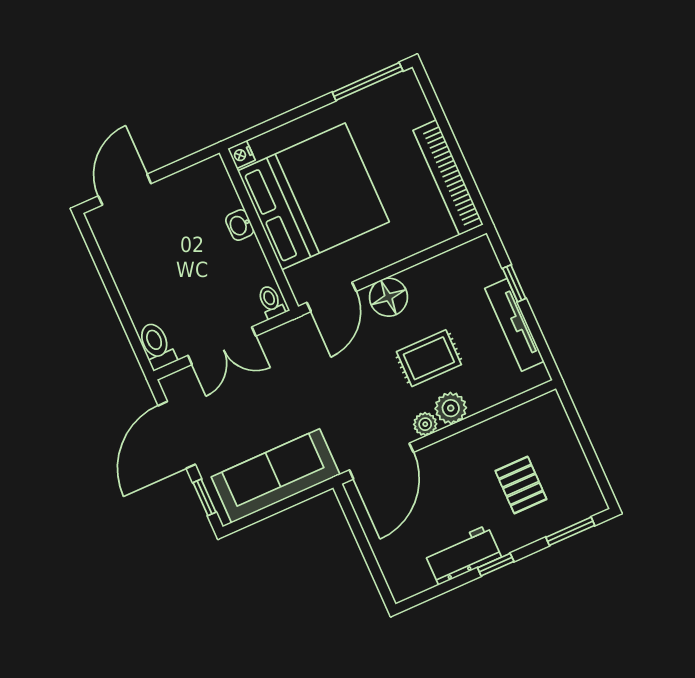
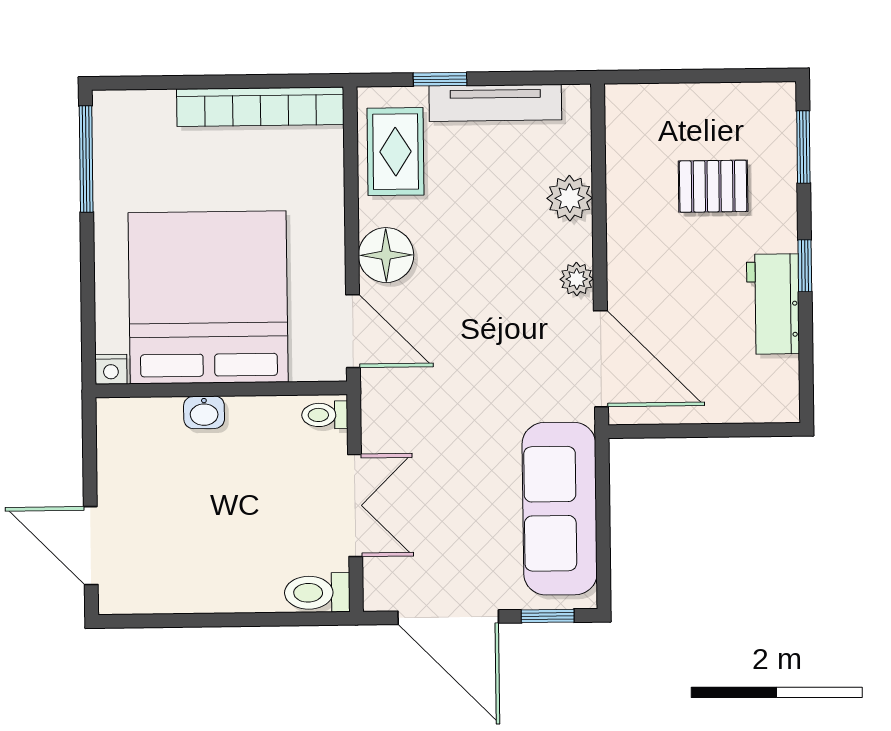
rug: (429, 358) -> (396, 152), moved
plant: (451, 408) -> (570, 198), moved

